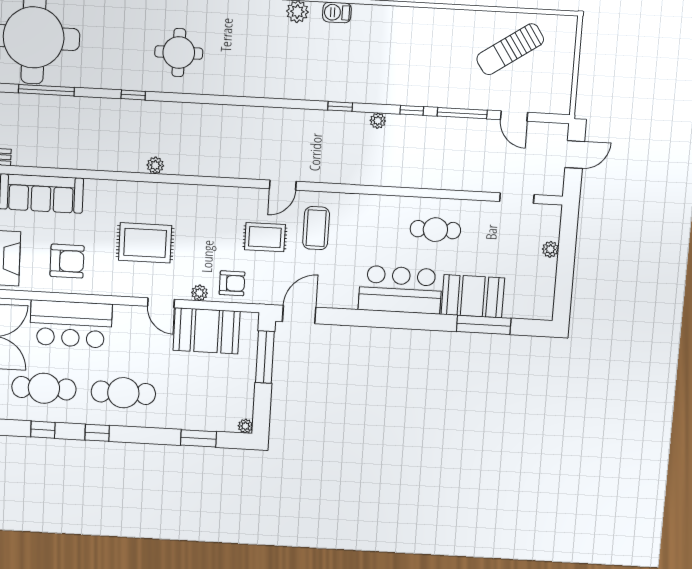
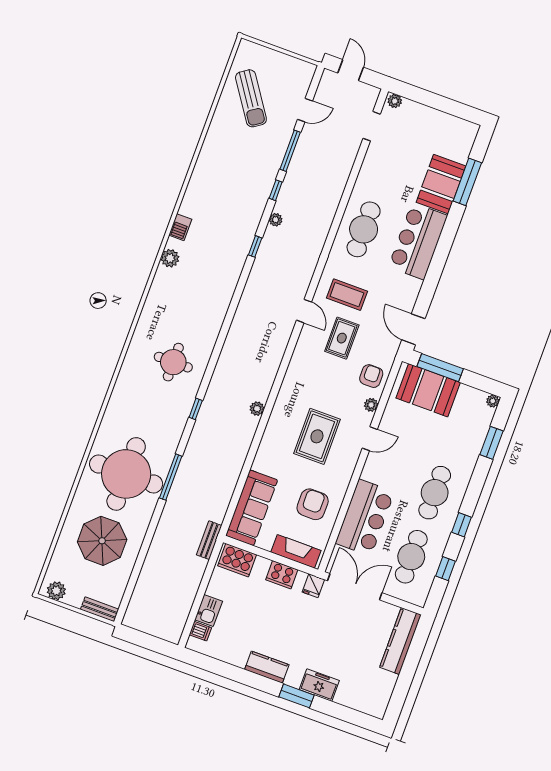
cafe table: (435, 230) -> (364, 229), moved, width x1.37, depth x1.35
plant: (550, 249) -> (395, 101), moved
booth: (207, 331) -> (428, 390), moved, turned 90

